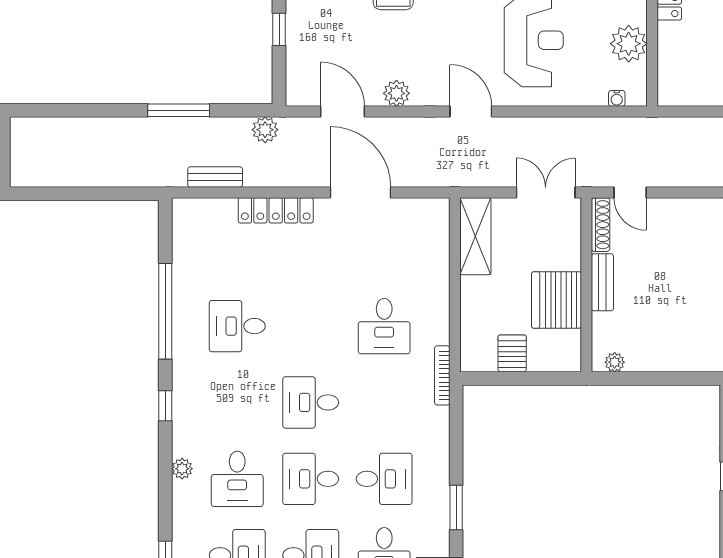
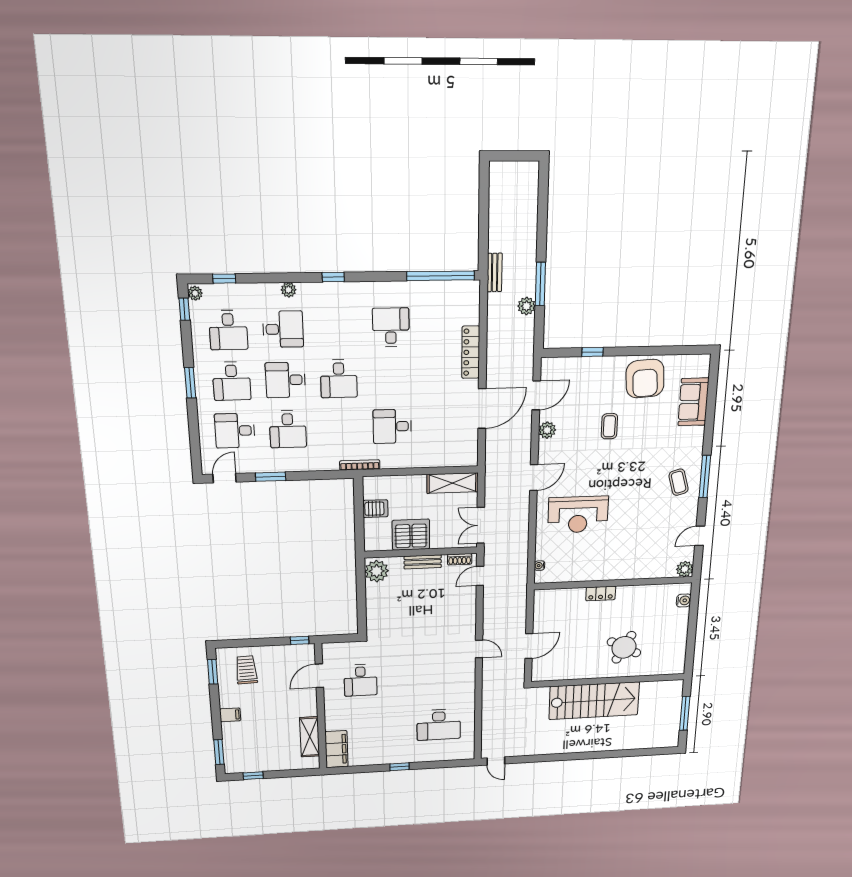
plant: (629, 44) -> (573, 571), removed
plant: (265, 130) -> (527, 306), moved
bench: (215, 177) -> (495, 272), moved
double door: (546, 193) -> (481, 525), swing flipped
shoe rack: (601, 225) -> (460, 559), width x0.70
window: (165, 311) -> (441, 276), moved
plant: (615, 362) -> (377, 571), width x1.88, depth x1.88
desk: (311, 402) -> (339, 379), turned 180
desk: (237, 479) -> (283, 329), turned 180
desk: (311, 479) -> (285, 380), turned -90

